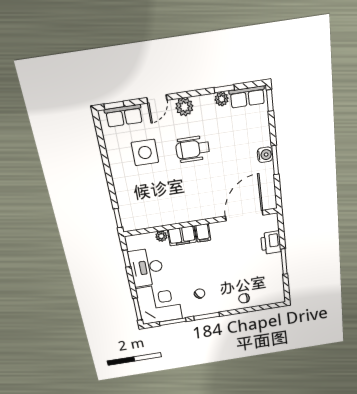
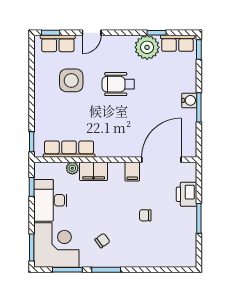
plant: (222, 99) -> (147, 47), width x1.87, depth x1.87
plant: (184, 107) -> (116, 44), removed
row of seats: (155, 219) -> (69, 149), added
filing cabinet: (203, 233) -> (132, 172), moved
chair: (244, 298) -> (145, 215), moved

